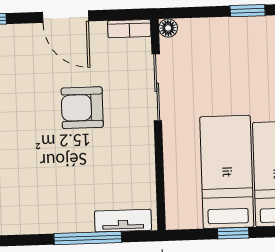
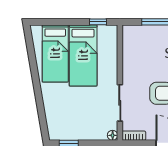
tv unit: (123, 221) -> (141, 31), removed
window: (233, 233) -> (98, 22), moved

